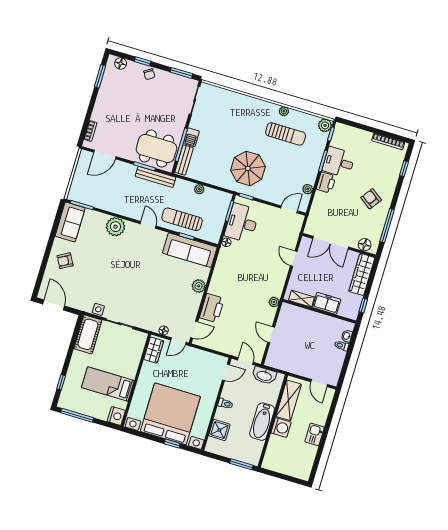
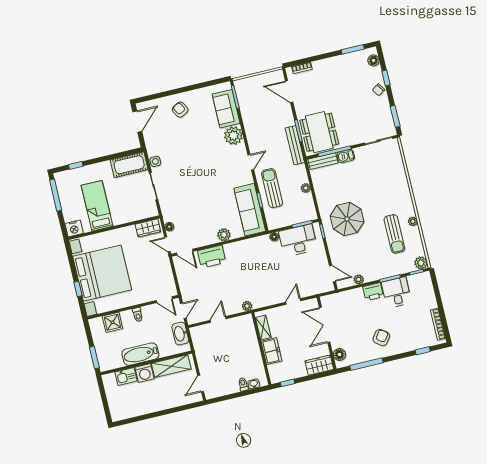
sofa: (70, 222) -> (226, 109), moved, turned 90
wardrobe: (362, 274) -> (319, 365), width x0.67
kitchen sink: (315, 434) -> (126, 376), moved, turned 180

